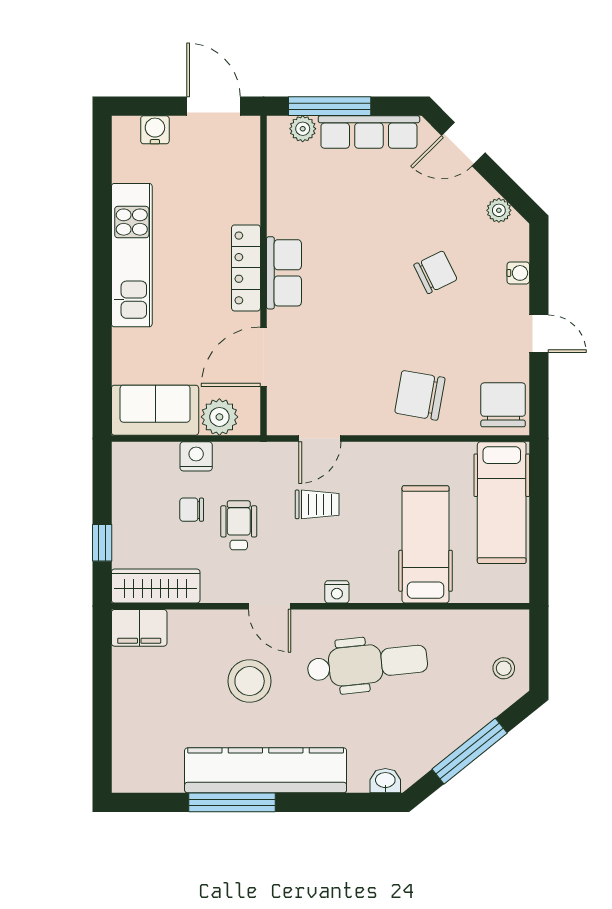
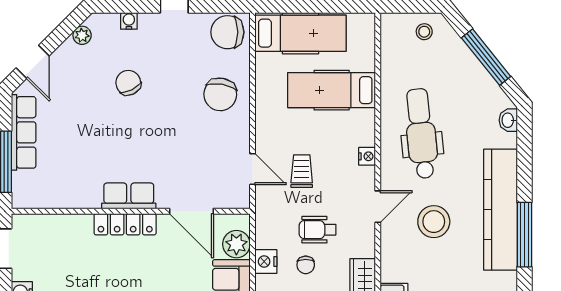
plant: (303, 129) -> (21, 182), removed

